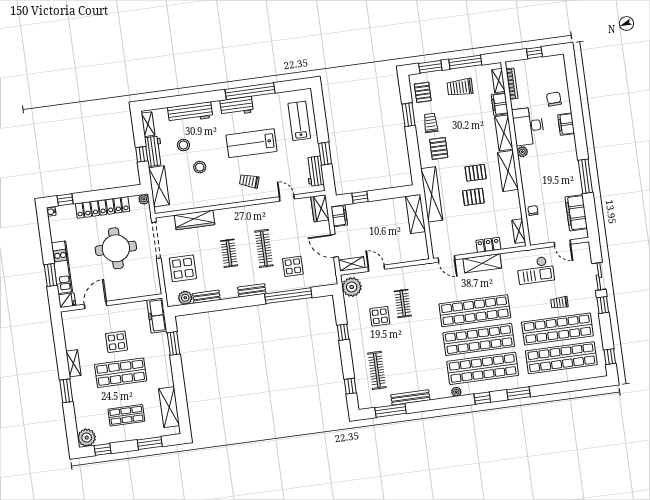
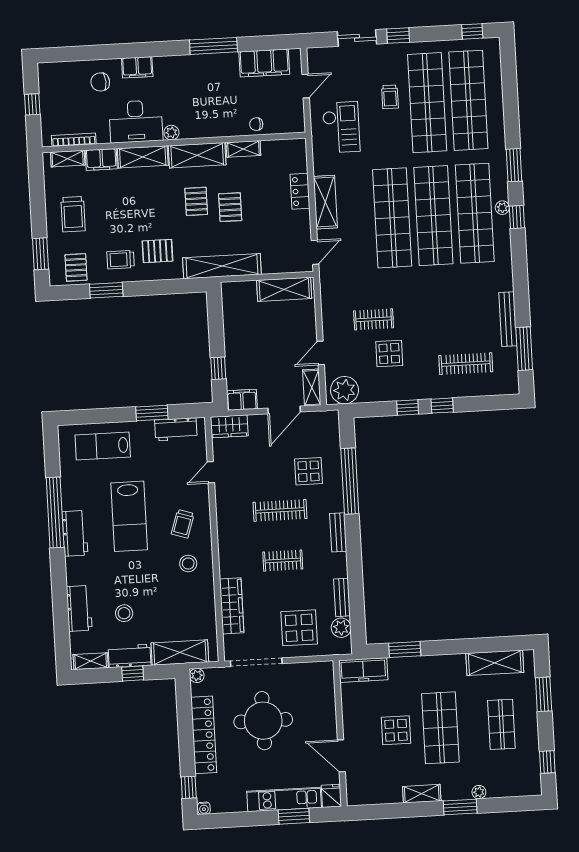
window: (465, 62) -> (38, 204), removed
pallet: (423, 92) -> (76, 267), turned 90
workbench: (190, 112) -> (79, 608), width x0.73
stool: (200, 167) -> (188, 563), moved
shelving: (416, 214) -> (284, 289), moved
shelving: (519, 231) -> (243, 149), moved
window: (350, 386) -> (442, 406), moved
plant: (456, 392) -> (502, 208), moved
plant: (87, 438) -> (479, 792), moved, width x0.53, depth x0.53

